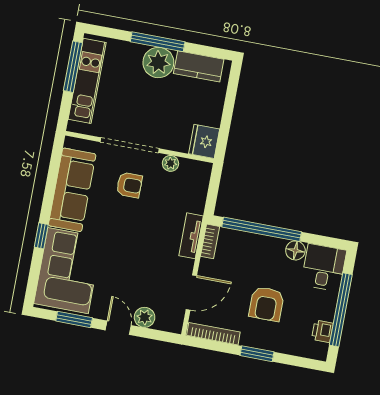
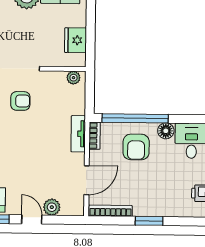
fridge: (204, 141) -> (76, 40), moved
plant: (170, 163) -> (73, 78), moved
armchair: (266, 304) -> (136, 147), moved

